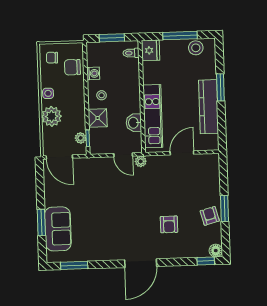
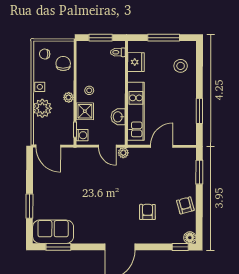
stool: (196, 48) -> (181, 66), moved
fridge: (151, 50) -> (136, 62), moved
chair: (72, 67) -> (63, 64), turned 90
washing machine: (93, 73) -> (82, 135), moved
window: (220, 87) -> (199, 111), moved
kitchen counter: (209, 107) -> (188, 104), removed
plant: (81, 138) -> (69, 97), moved
window: (224, 209) -> (199, 172), moved
armchair: (169, 224) -> (147, 212), turned 180
sofa: (58, 229) -> (53, 232), moved, turned -90

